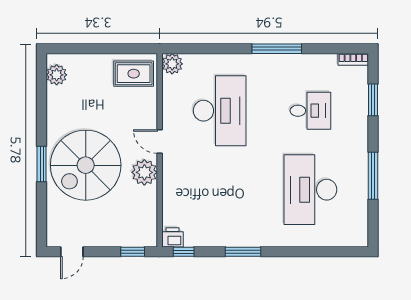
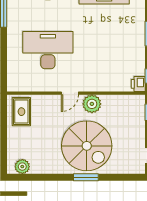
plant: (172, 64) -> (14, 84), removed

